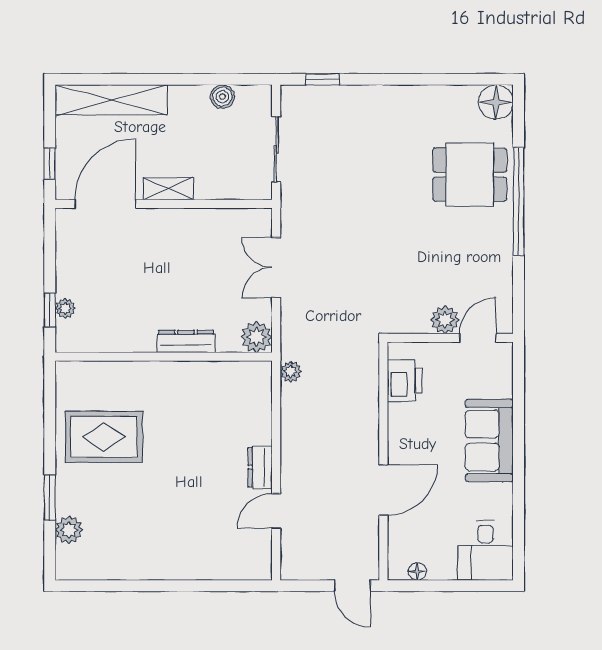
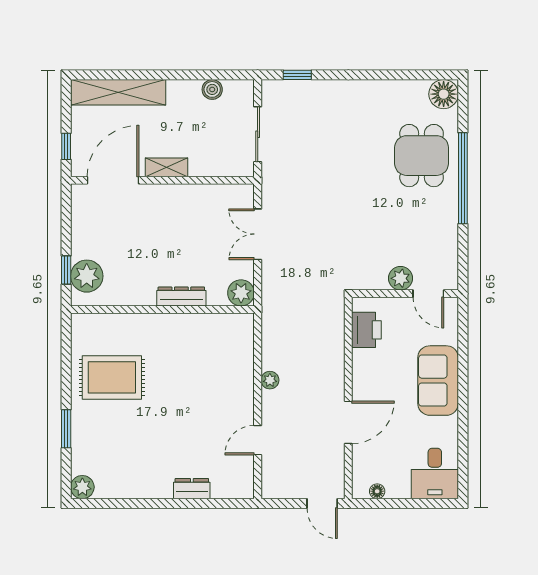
dining table: (470, 175) -> (422, 156), turned 90
plant: (65, 308) -> (87, 276), width x1.87, depth x1.87
door: (478, 338) -> (428, 294), swing flipped
plant: (291, 372) -> (270, 380), moved
dresser: (260, 467) -> (192, 489), moved, turned 90
plant: (69, 530) -> (82, 487), moved

